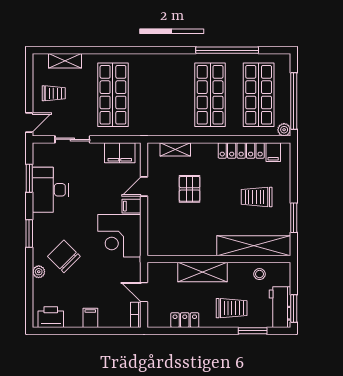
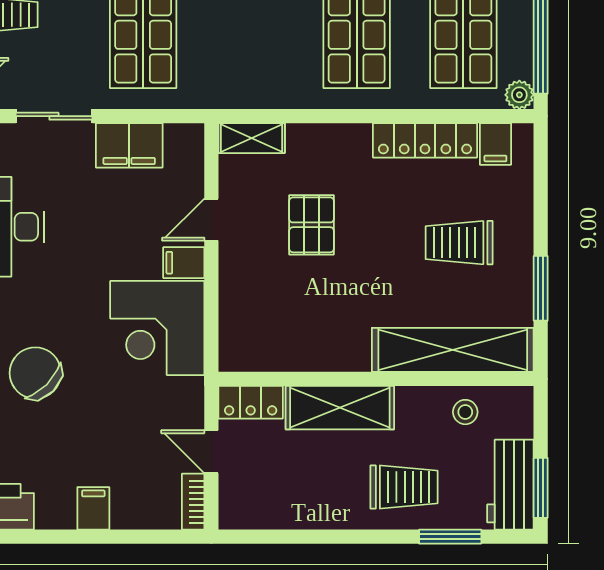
shelving: (175, 149) -> (252, 138), moved
filing cabinet: (120, 153) -> (129, 145), moved
locker: (185, 320) -> (251, 402), moved, turned 180

